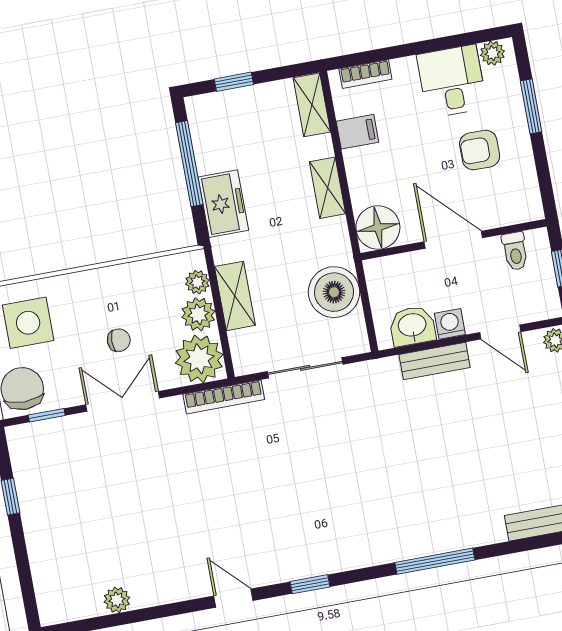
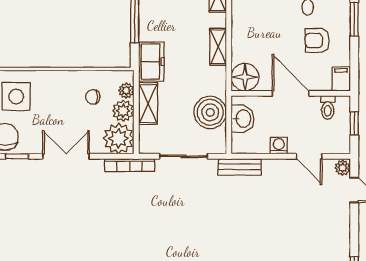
filing cabinet: (357, 132) -> (341, 79), moved, turned -90
freezer: (223, 204) -> (151, 62), moved
washbasin: (412, 326) -> (243, 119), moved, turned 90
chair: (119, 340) -> (93, 97), moved, turned 180
bench: (435, 361) -> (240, 167), moved

